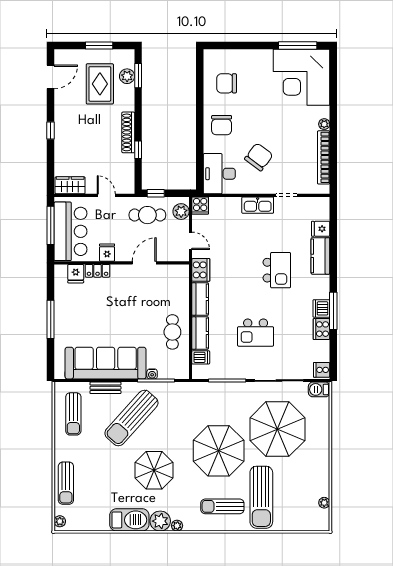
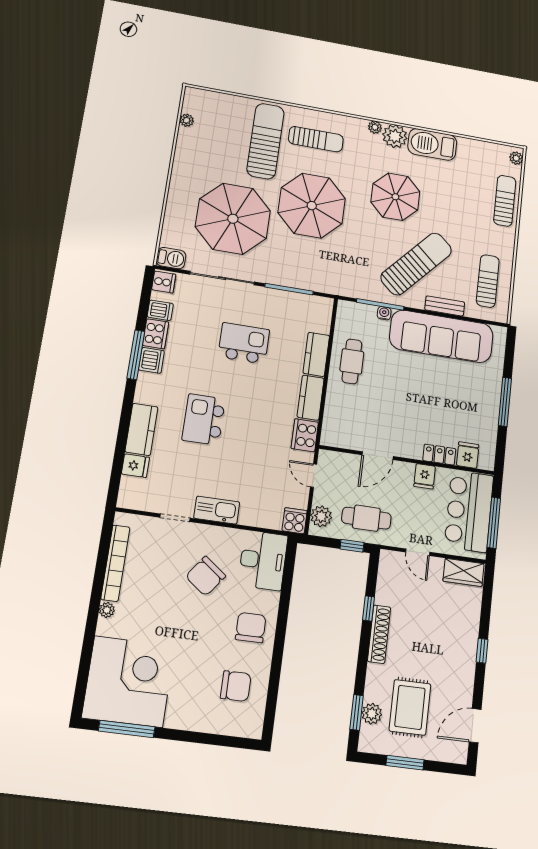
dishwasher: (201, 357) -> (160, 310), moved, turned 180

